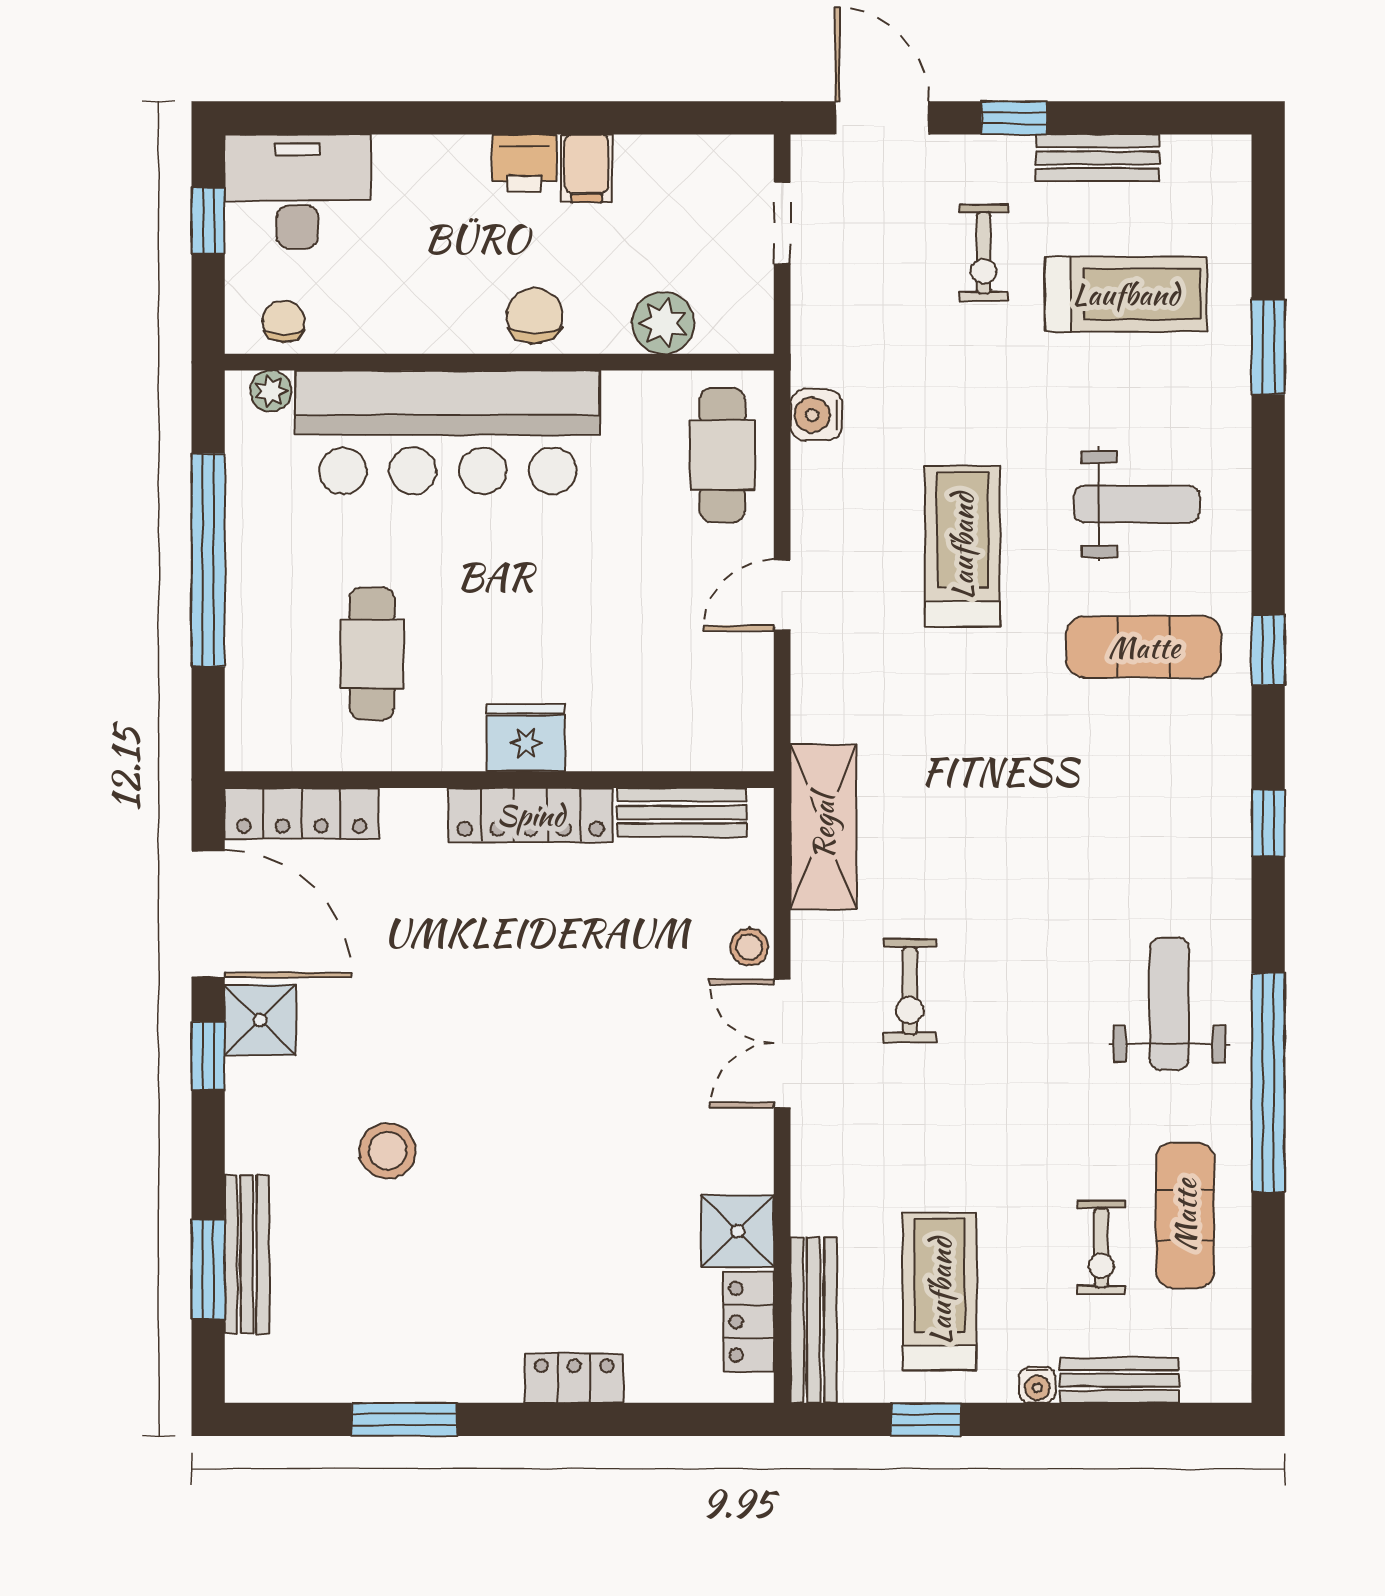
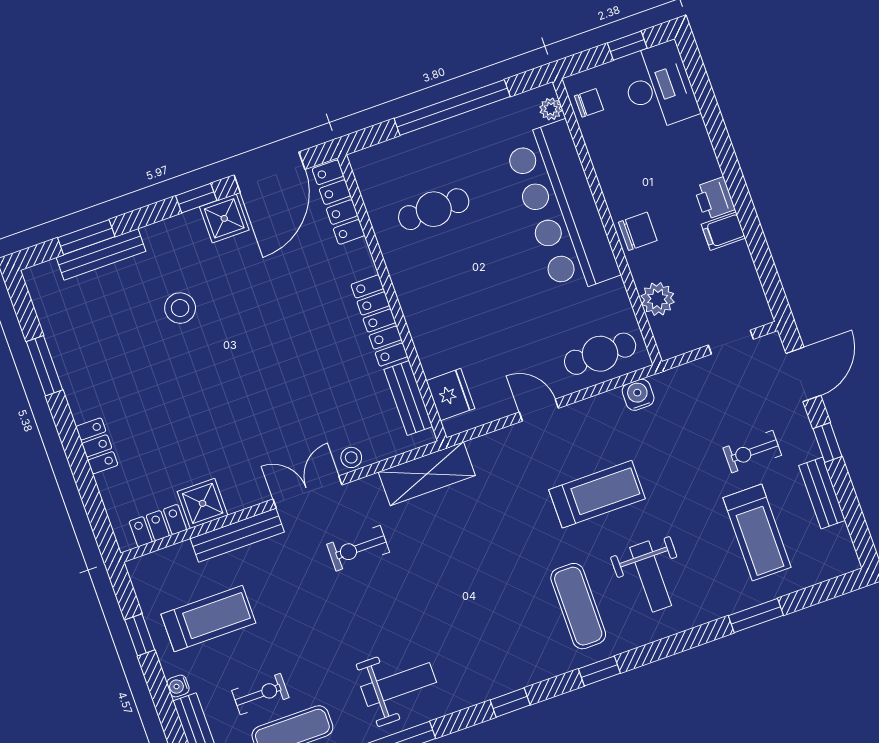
fridge: (526, 738) -> (451, 395), moved
exercise bike: (1101, 1248) -> (260, 694), turned 180
bench: (814, 1320) -> (237, 535), moved

